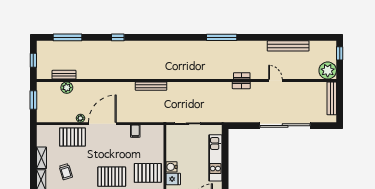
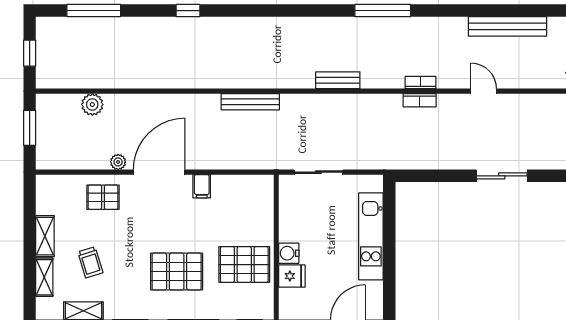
bench: (64, 75) -> (338, 80), moved
sliding door: (285, 126) -> (502, 176), width x0.54
filing cabinet: (135, 131) -> (202, 186), moved
pallet: (72, 137) -> (103, 197), width x0.67, depth x0.71

